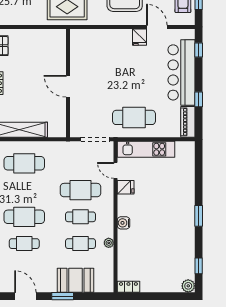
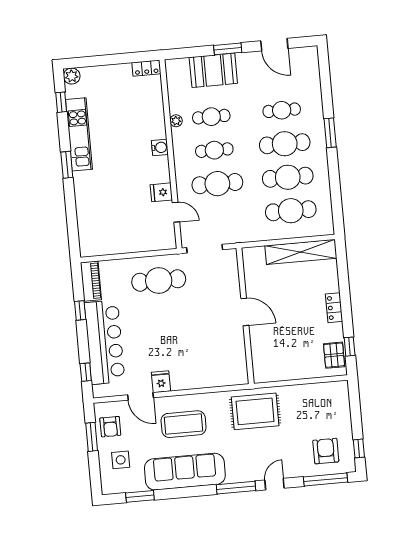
kitchen unit: (146, 149) -> (79, 134), moved, turned 90
cafe table: (24, 190) -> (288, 177), added

